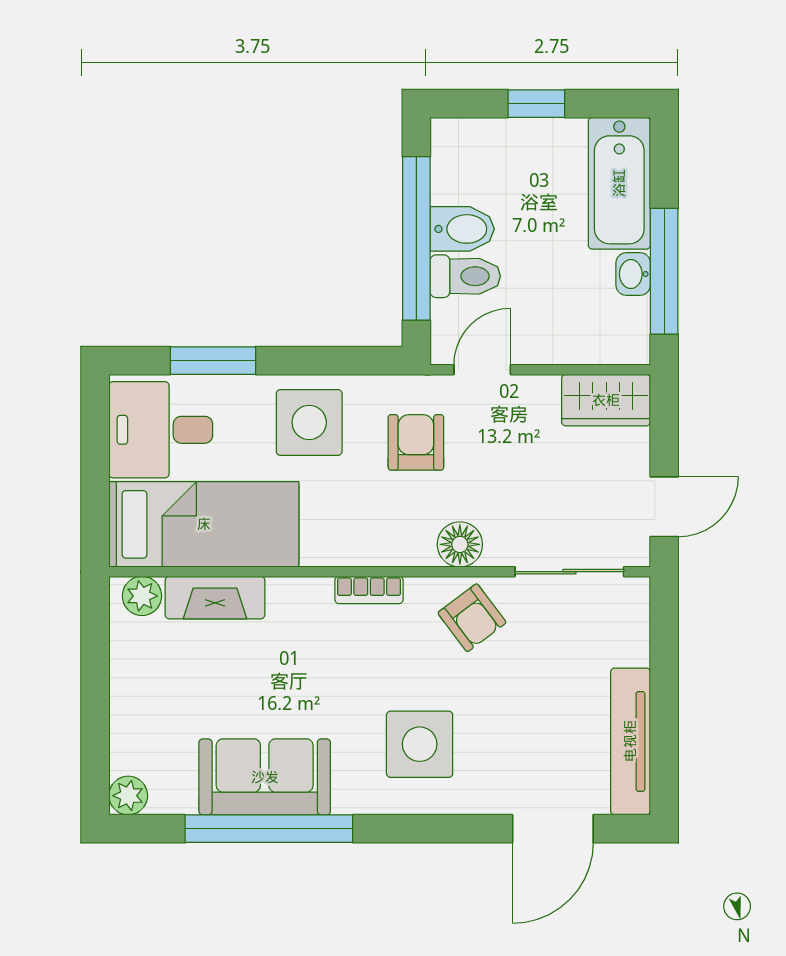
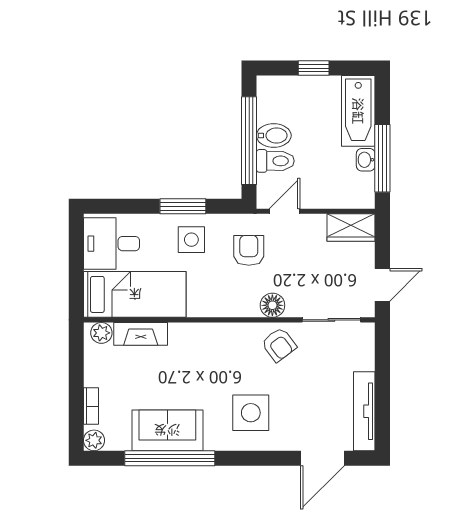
window: (213, 361) -> (183, 206), moved
side table: (309, 422) -> (191, 240), width x0.73, depth x0.73
bookcase: (369, 590) -> (91, 406), moved, turned -90

